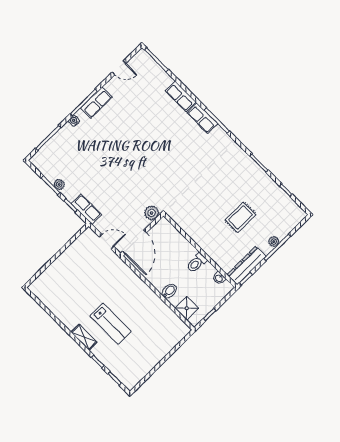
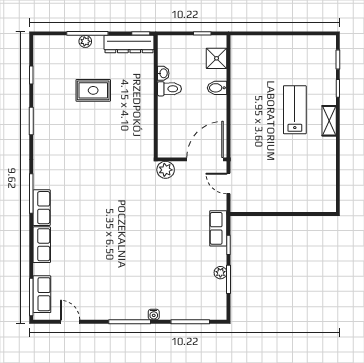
row of seats: (96, 103) -> (42, 294), moved, turned 90
washbasin: (219, 278) -> (163, 73), moved

